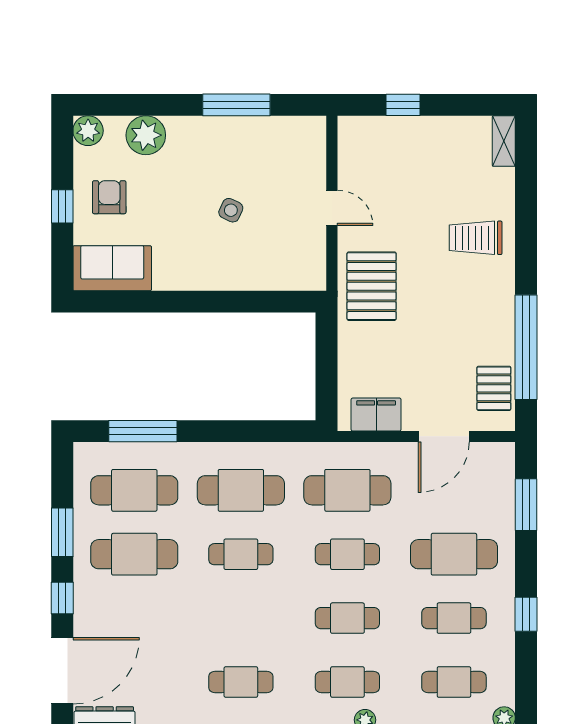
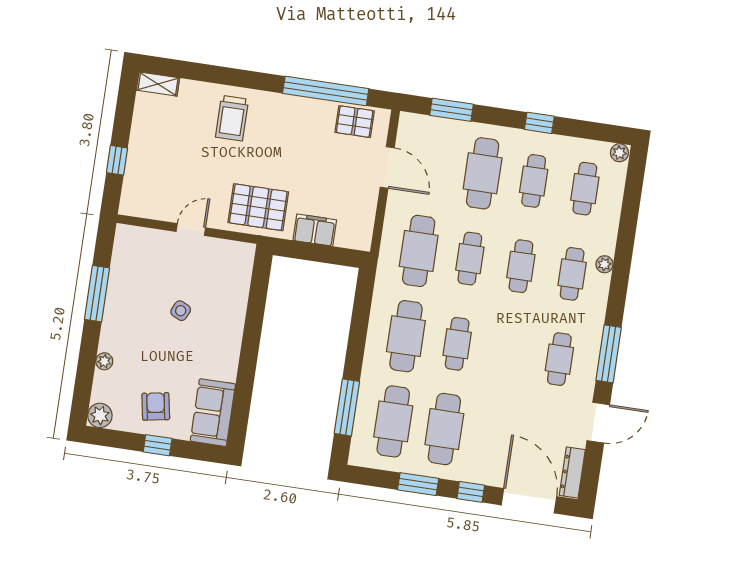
plant: (146, 135) -> (104, 361), width x0.53, depth x0.53
armchair: (109, 197) -> (156, 406), turned 80
filing cabinet: (376, 415) -> (315, 230), moved, turned 90

